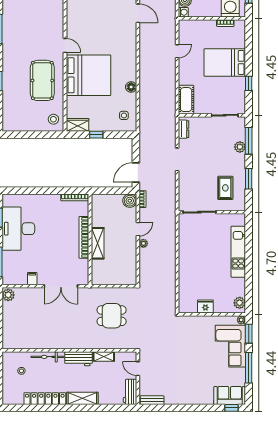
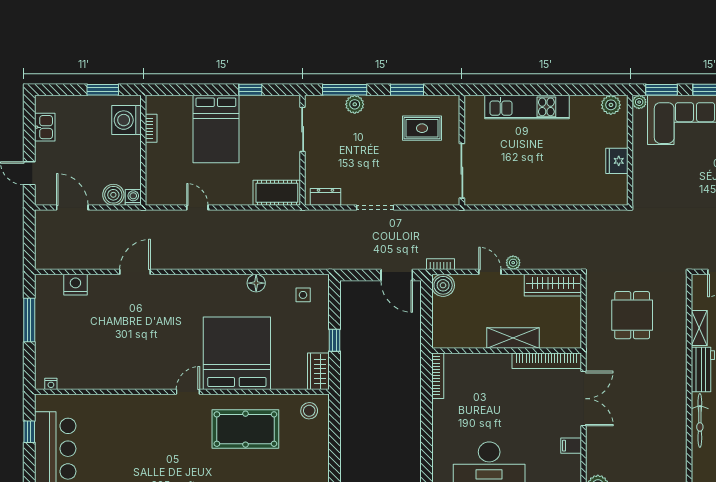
bookcase: (84, 237) -> (547, 361), moved
wardrobe: (130, 268) -> (553, 285), added

